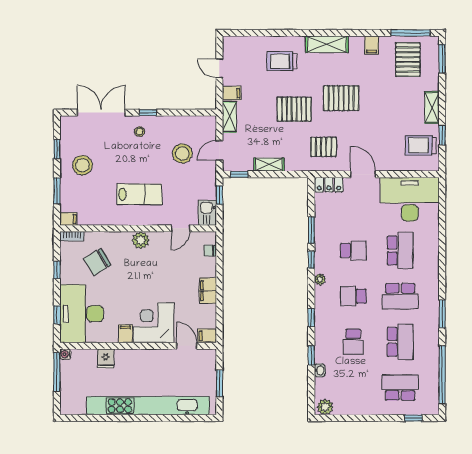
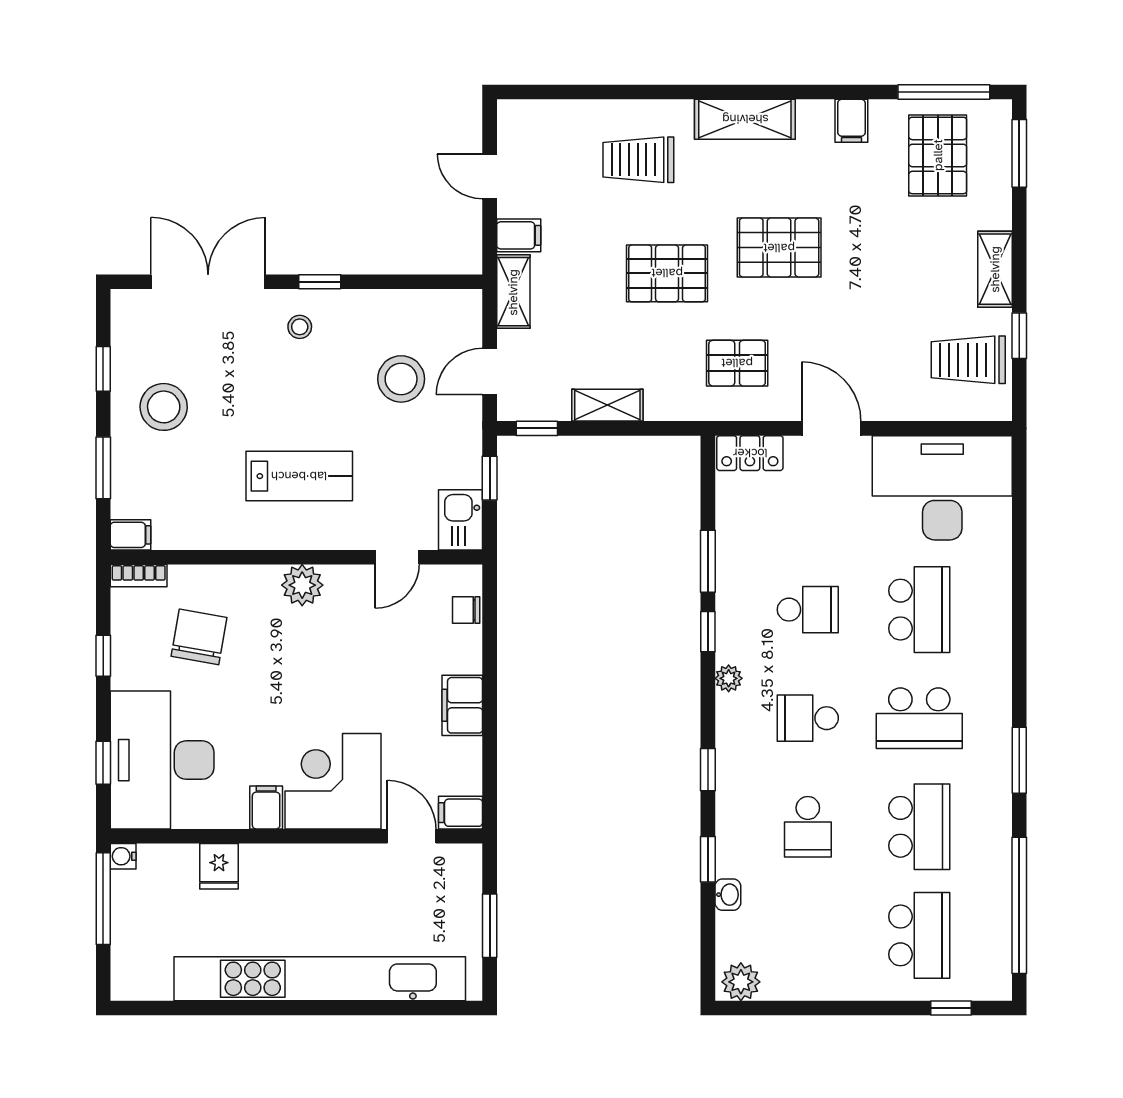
chair: (97, 262) -> (199, 637), turned 131
school desk: (400, 387) -> (919, 935), turned 90

